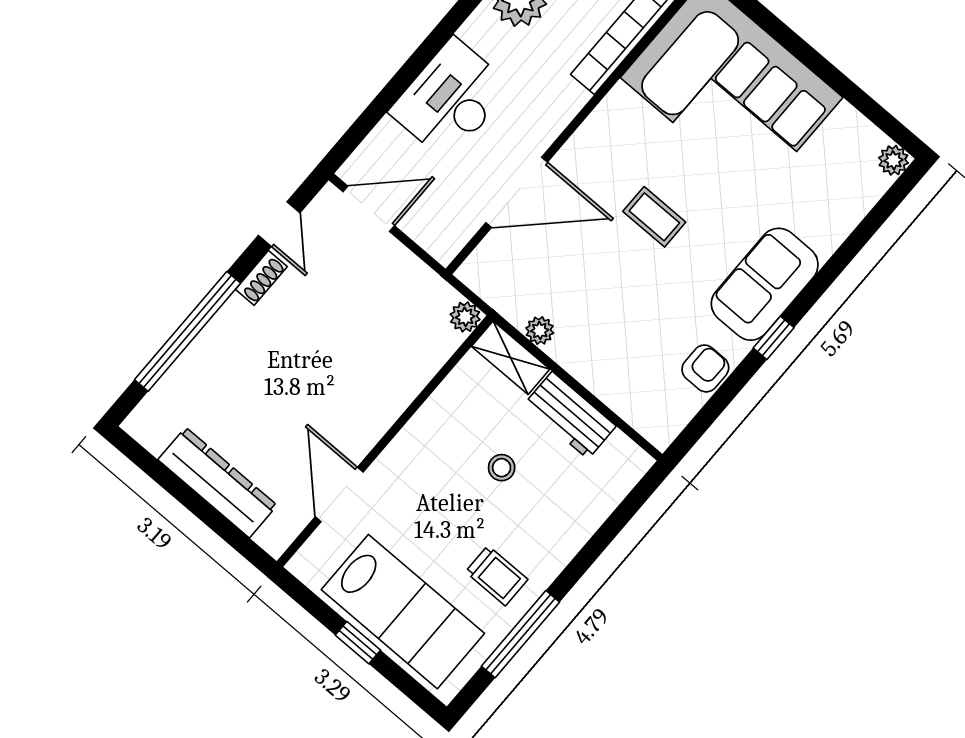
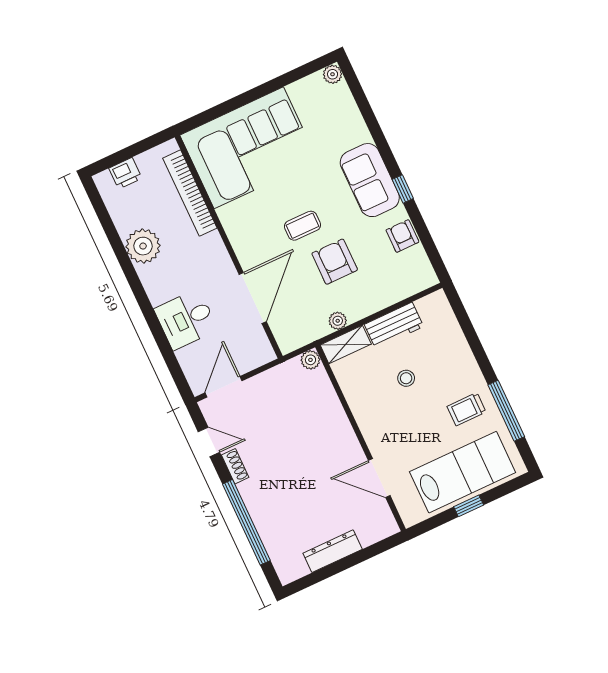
desk: (451, 99) -> (186, 319), width x0.73
armchair: (623, 287) -> (335, 262), added
dresser: (217, 482) -> (333, 551), width x0.73, depth x0.80
trolley: (497, 576) -> (466, 409), turned 180

